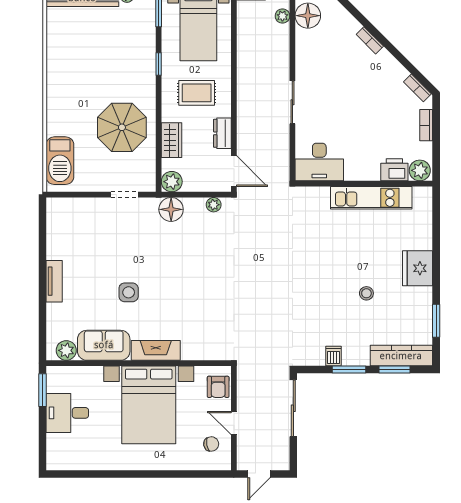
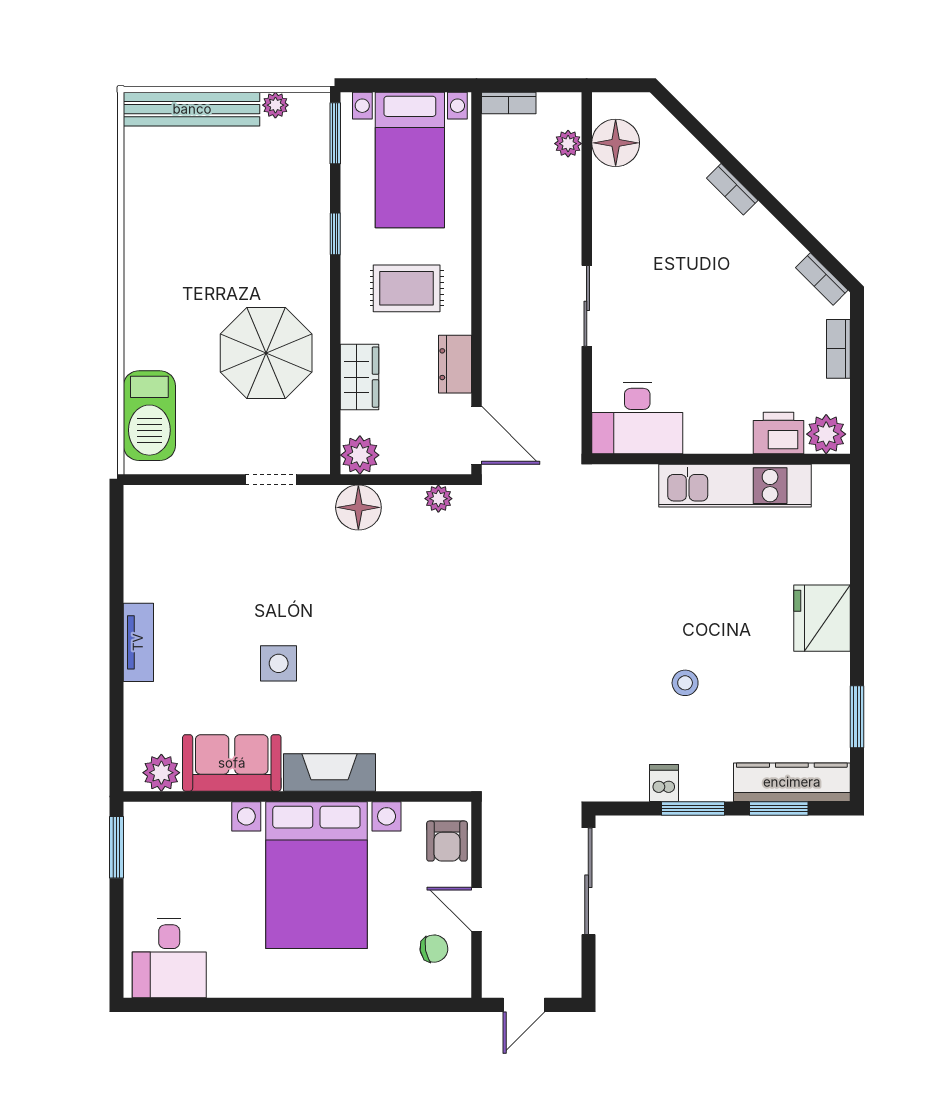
stool: (366, 293) -> (685, 683), moved
desk: (67, 413) -> (169, 958), moved, turned -90

